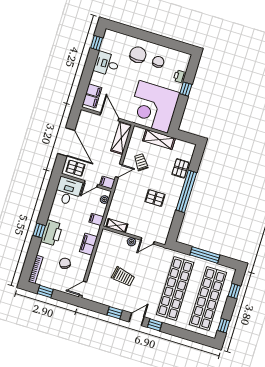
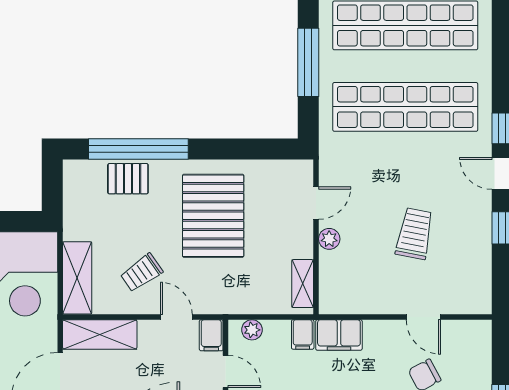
shelving: (159, 139) -> (77, 278), moved
window: (186, 191) -> (138, 149), moved
pallet: (155, 198) -> (213, 216), width x2.05, depth x2.00
door: (148, 241) -> (316, 203), hinge flipped
filing cabinet: (89, 244) -> (339, 335), moved
door: (83, 288) -> (423, 317), moved

